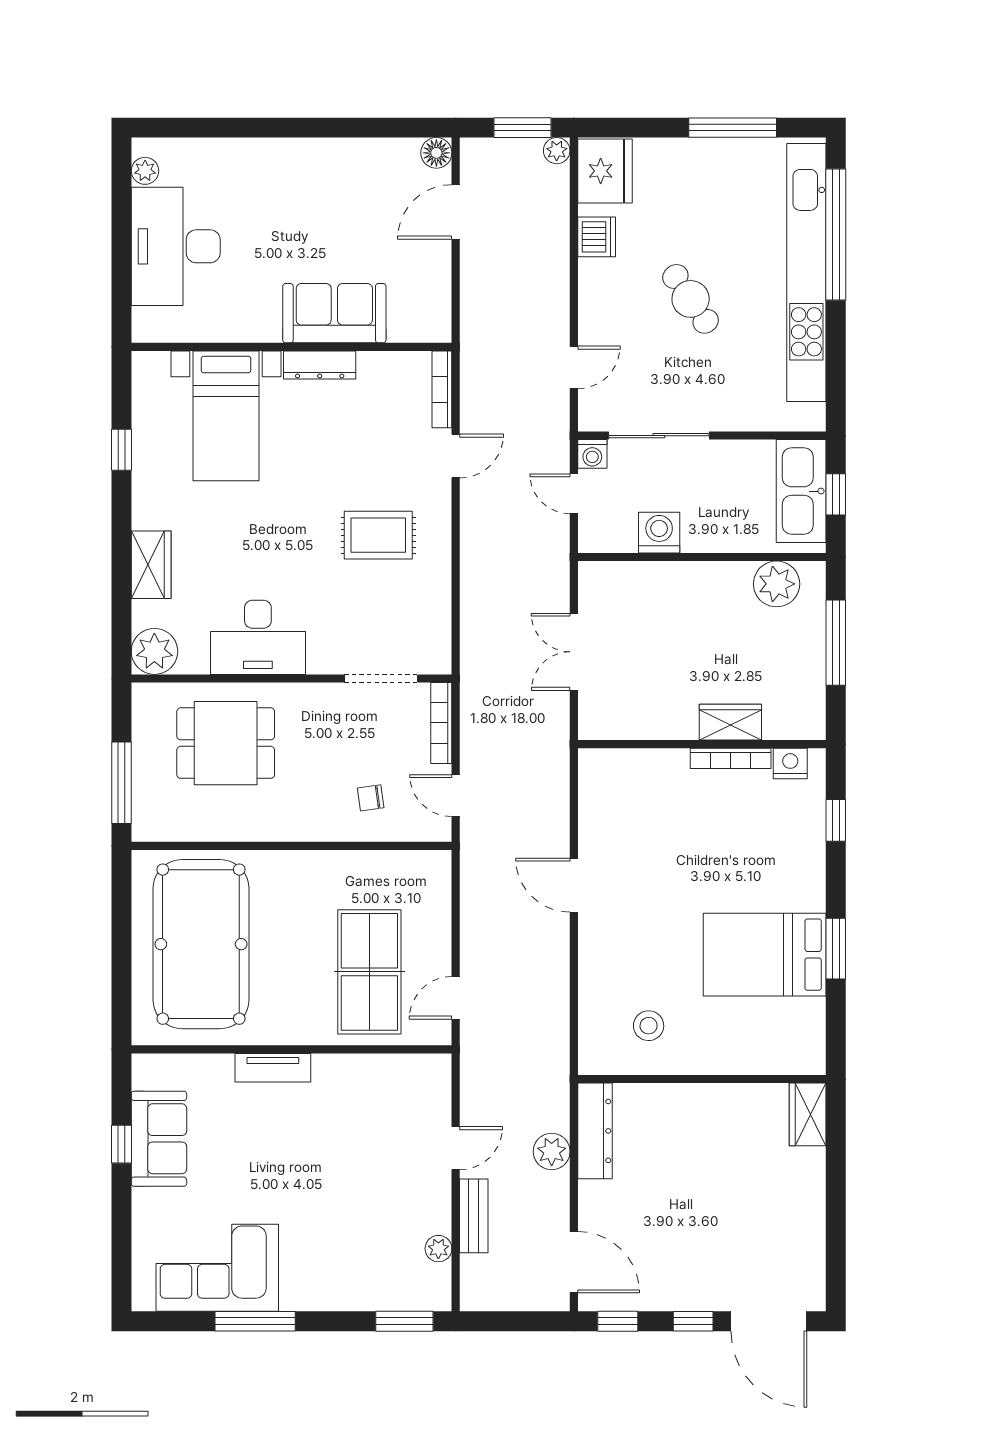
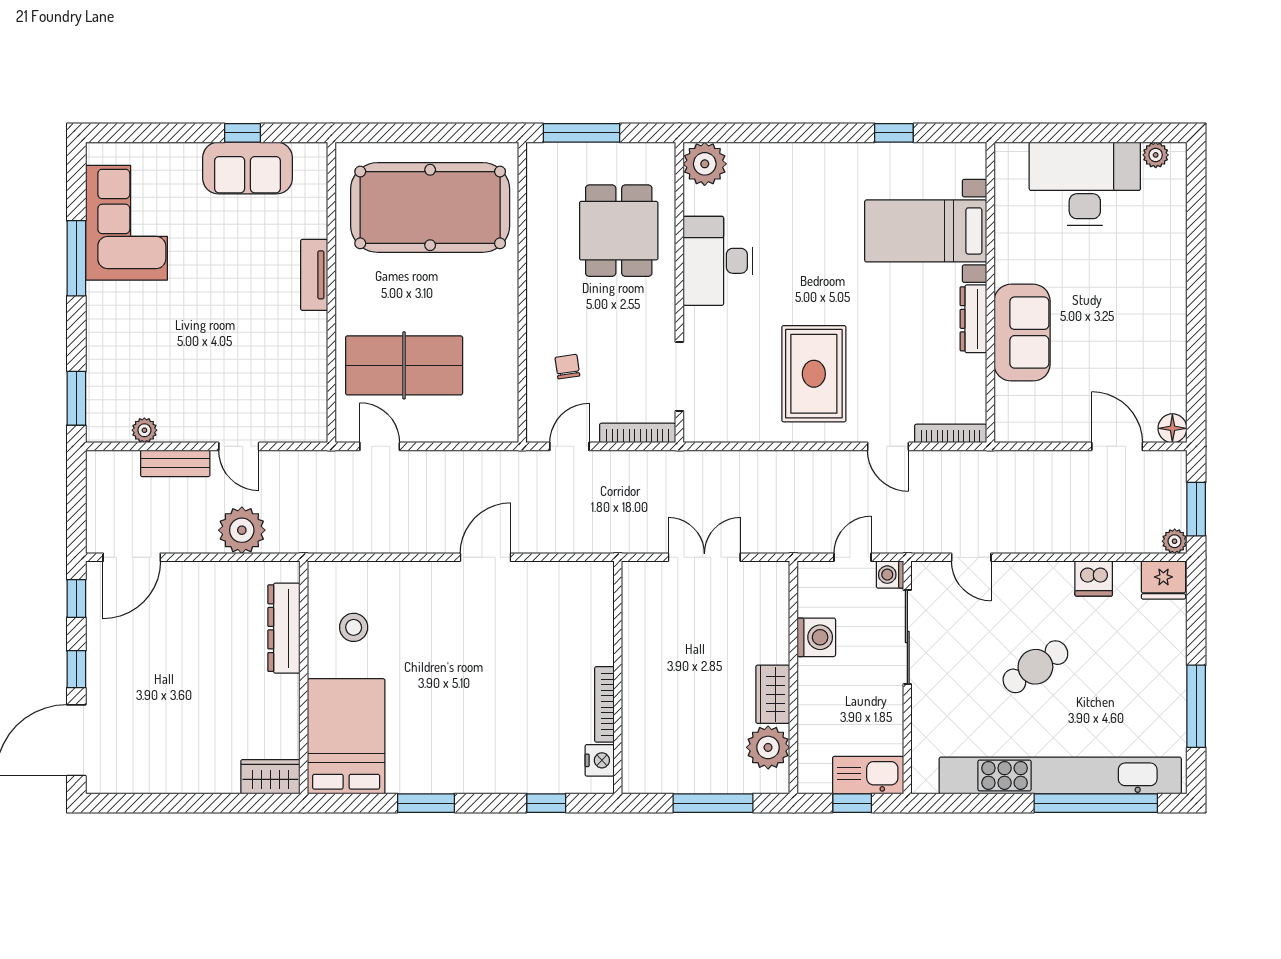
fridge: (605, 171) -> (1163, 580), width x0.73, depth x0.75
kitchen sink: (801, 491) -> (868, 775), width x0.73, depth x0.81
rug: (378, 535) -> (814, 374), width x1.36, depth x1.43
wardrobe: (151, 565) -> (786, 161), removed
wardrobe: (730, 722) -> (773, 694), moved, turned 180
bed: (765, 955) -> (346, 736), moved
dresser: (595, 1131) -> (284, 628), moved, turned 90
plant: (552, 1151) -> (242, 530), width x1.36, depth x1.36

